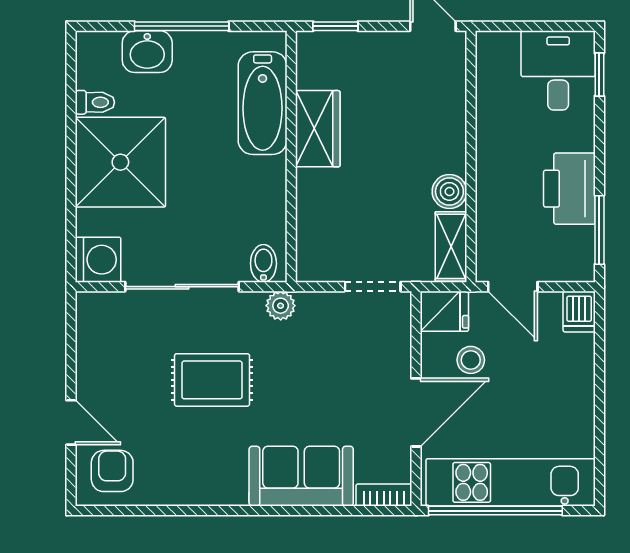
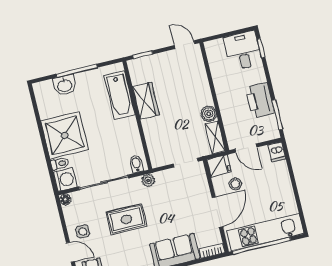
toilet: (95, 102) -> (60, 164), moved
floor lamp: (88, 304) -> (65, 199), added
side table: (109, 383) -> (83, 231), added

